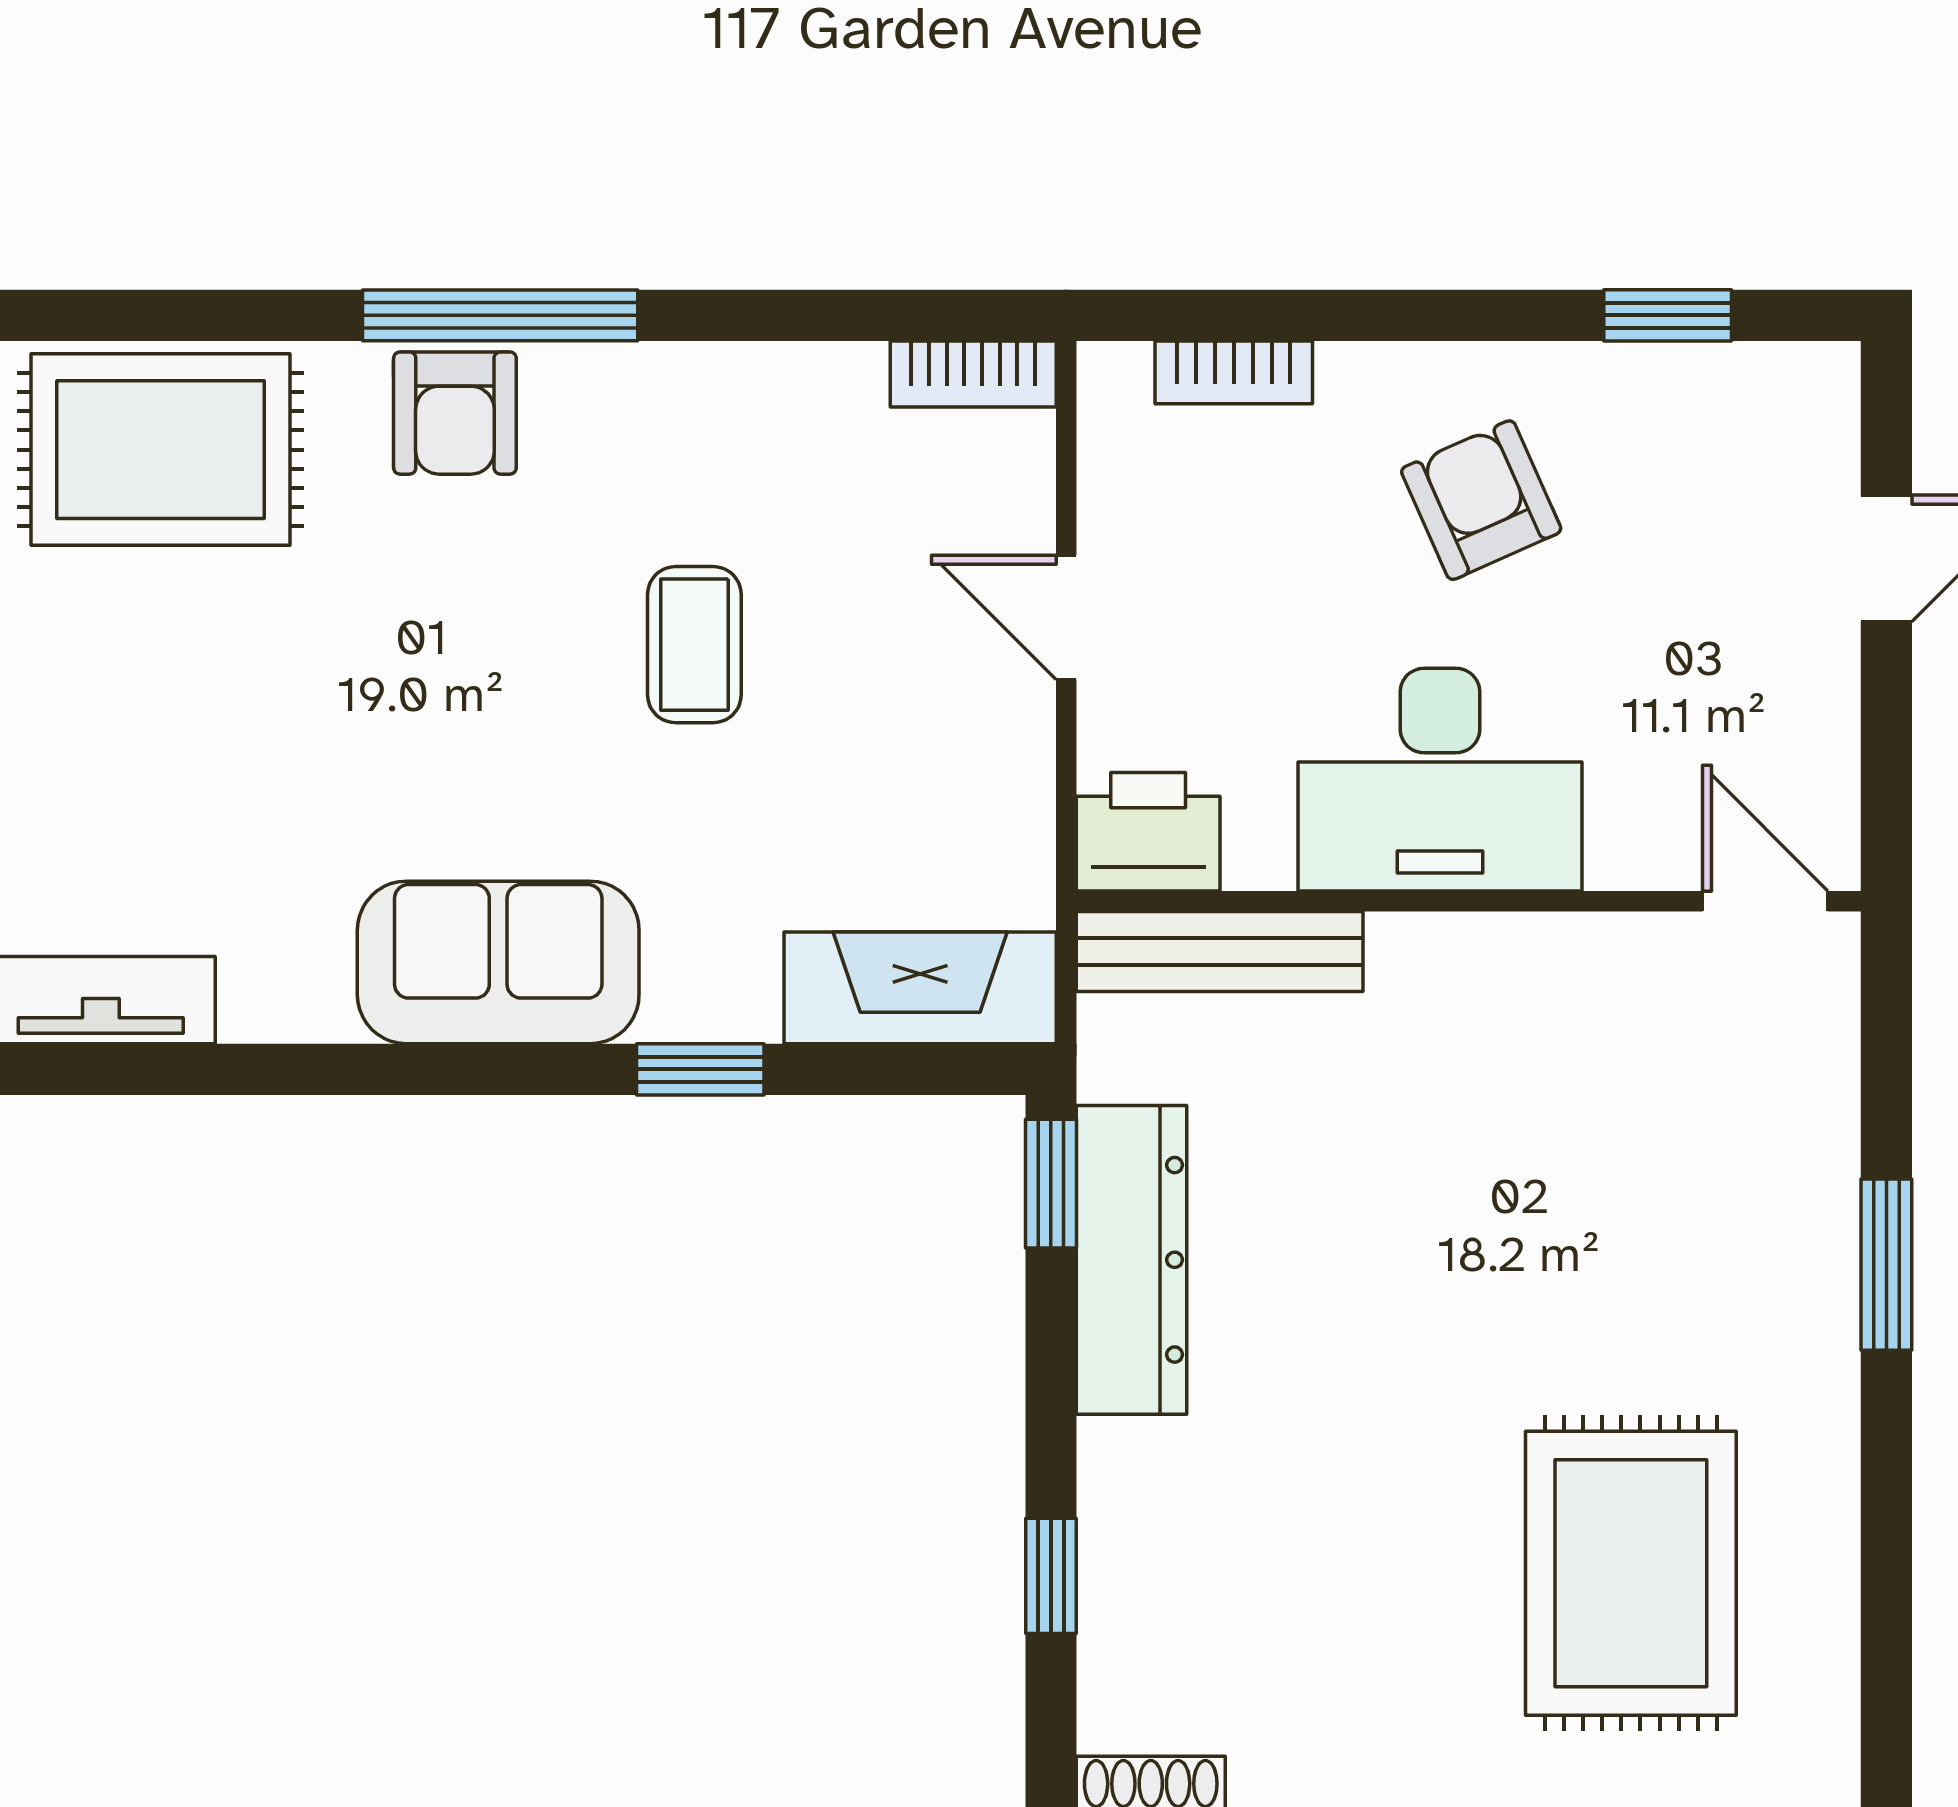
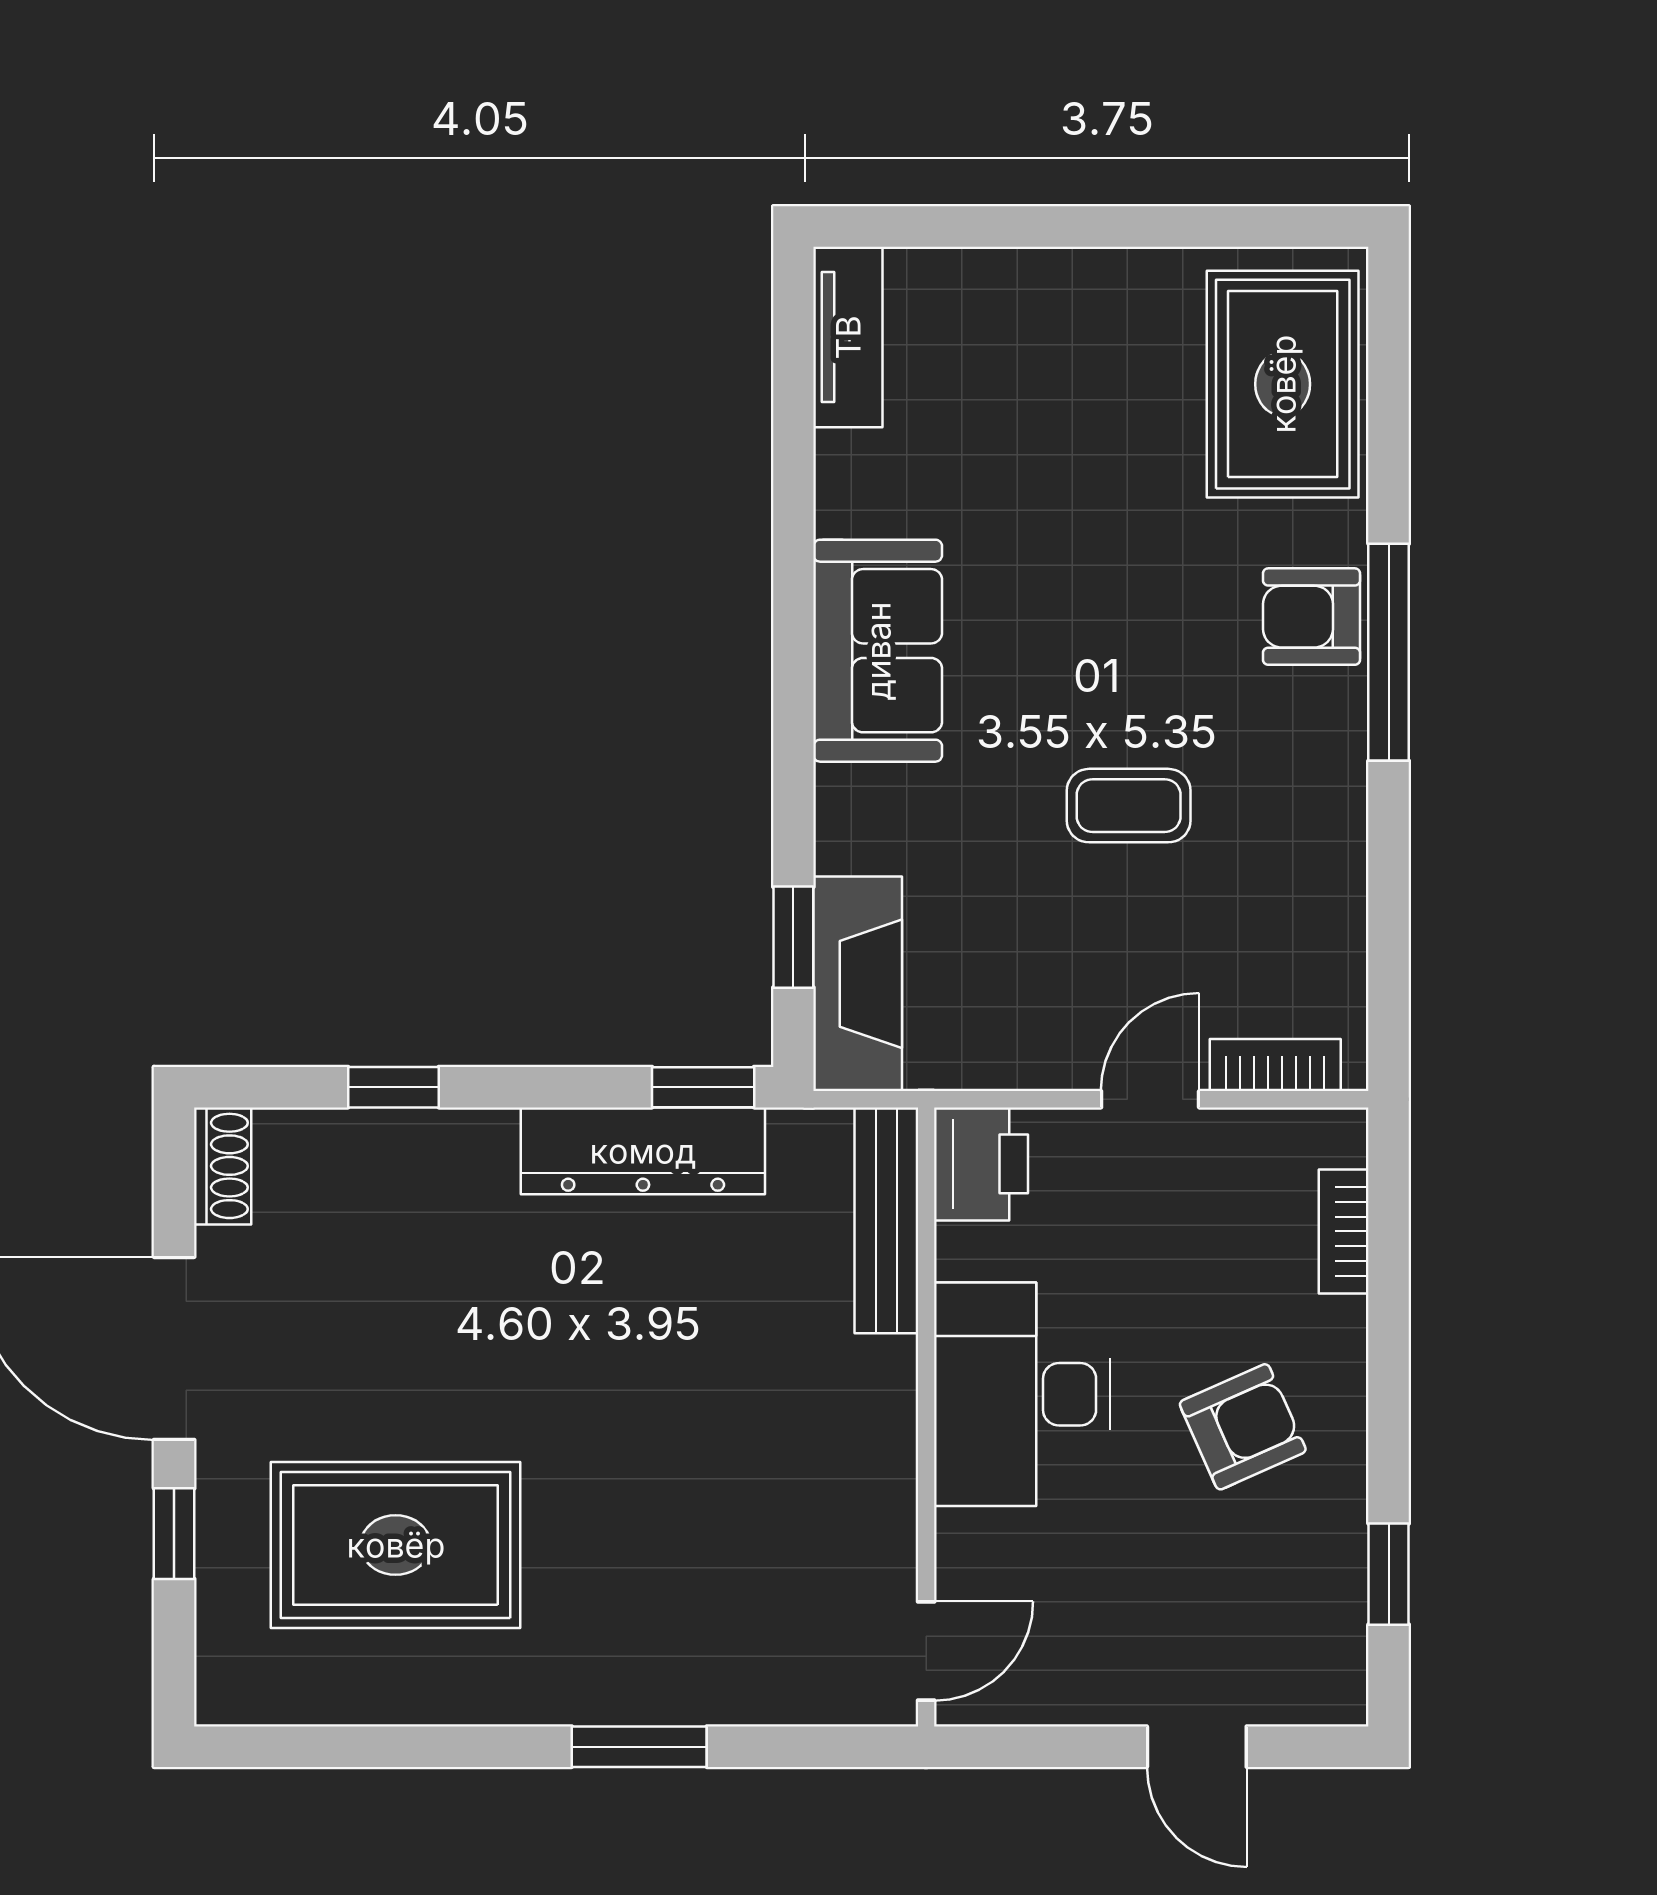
bookcase: (973, 374) -> (1275, 1065), moved, turned 90
window: (700, 1069) -> (793, 937), moved

